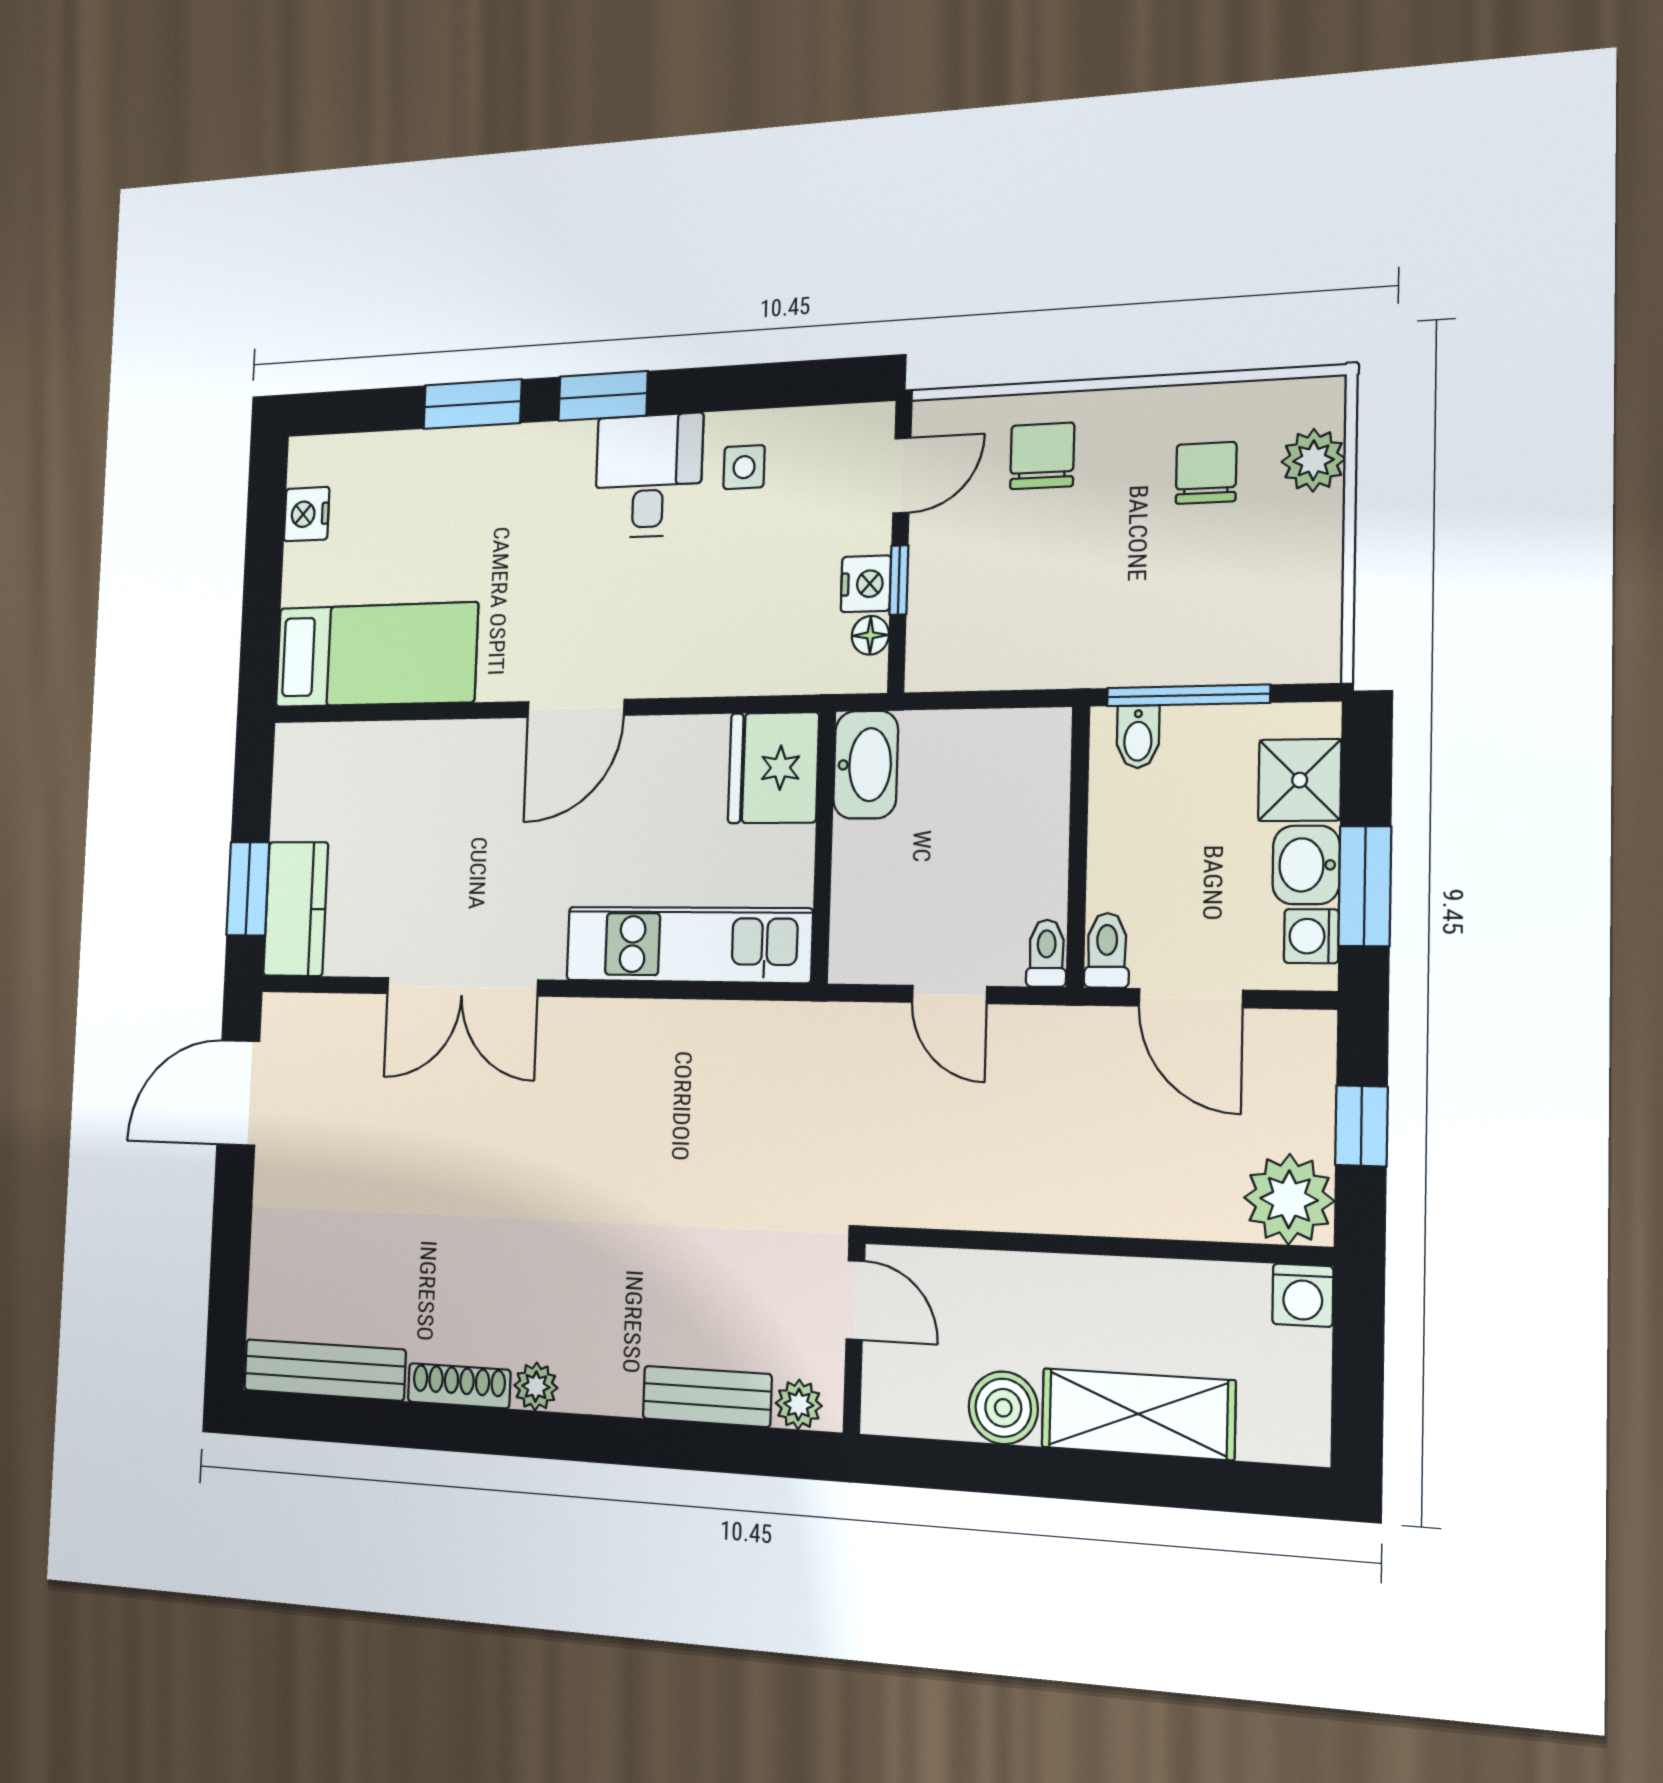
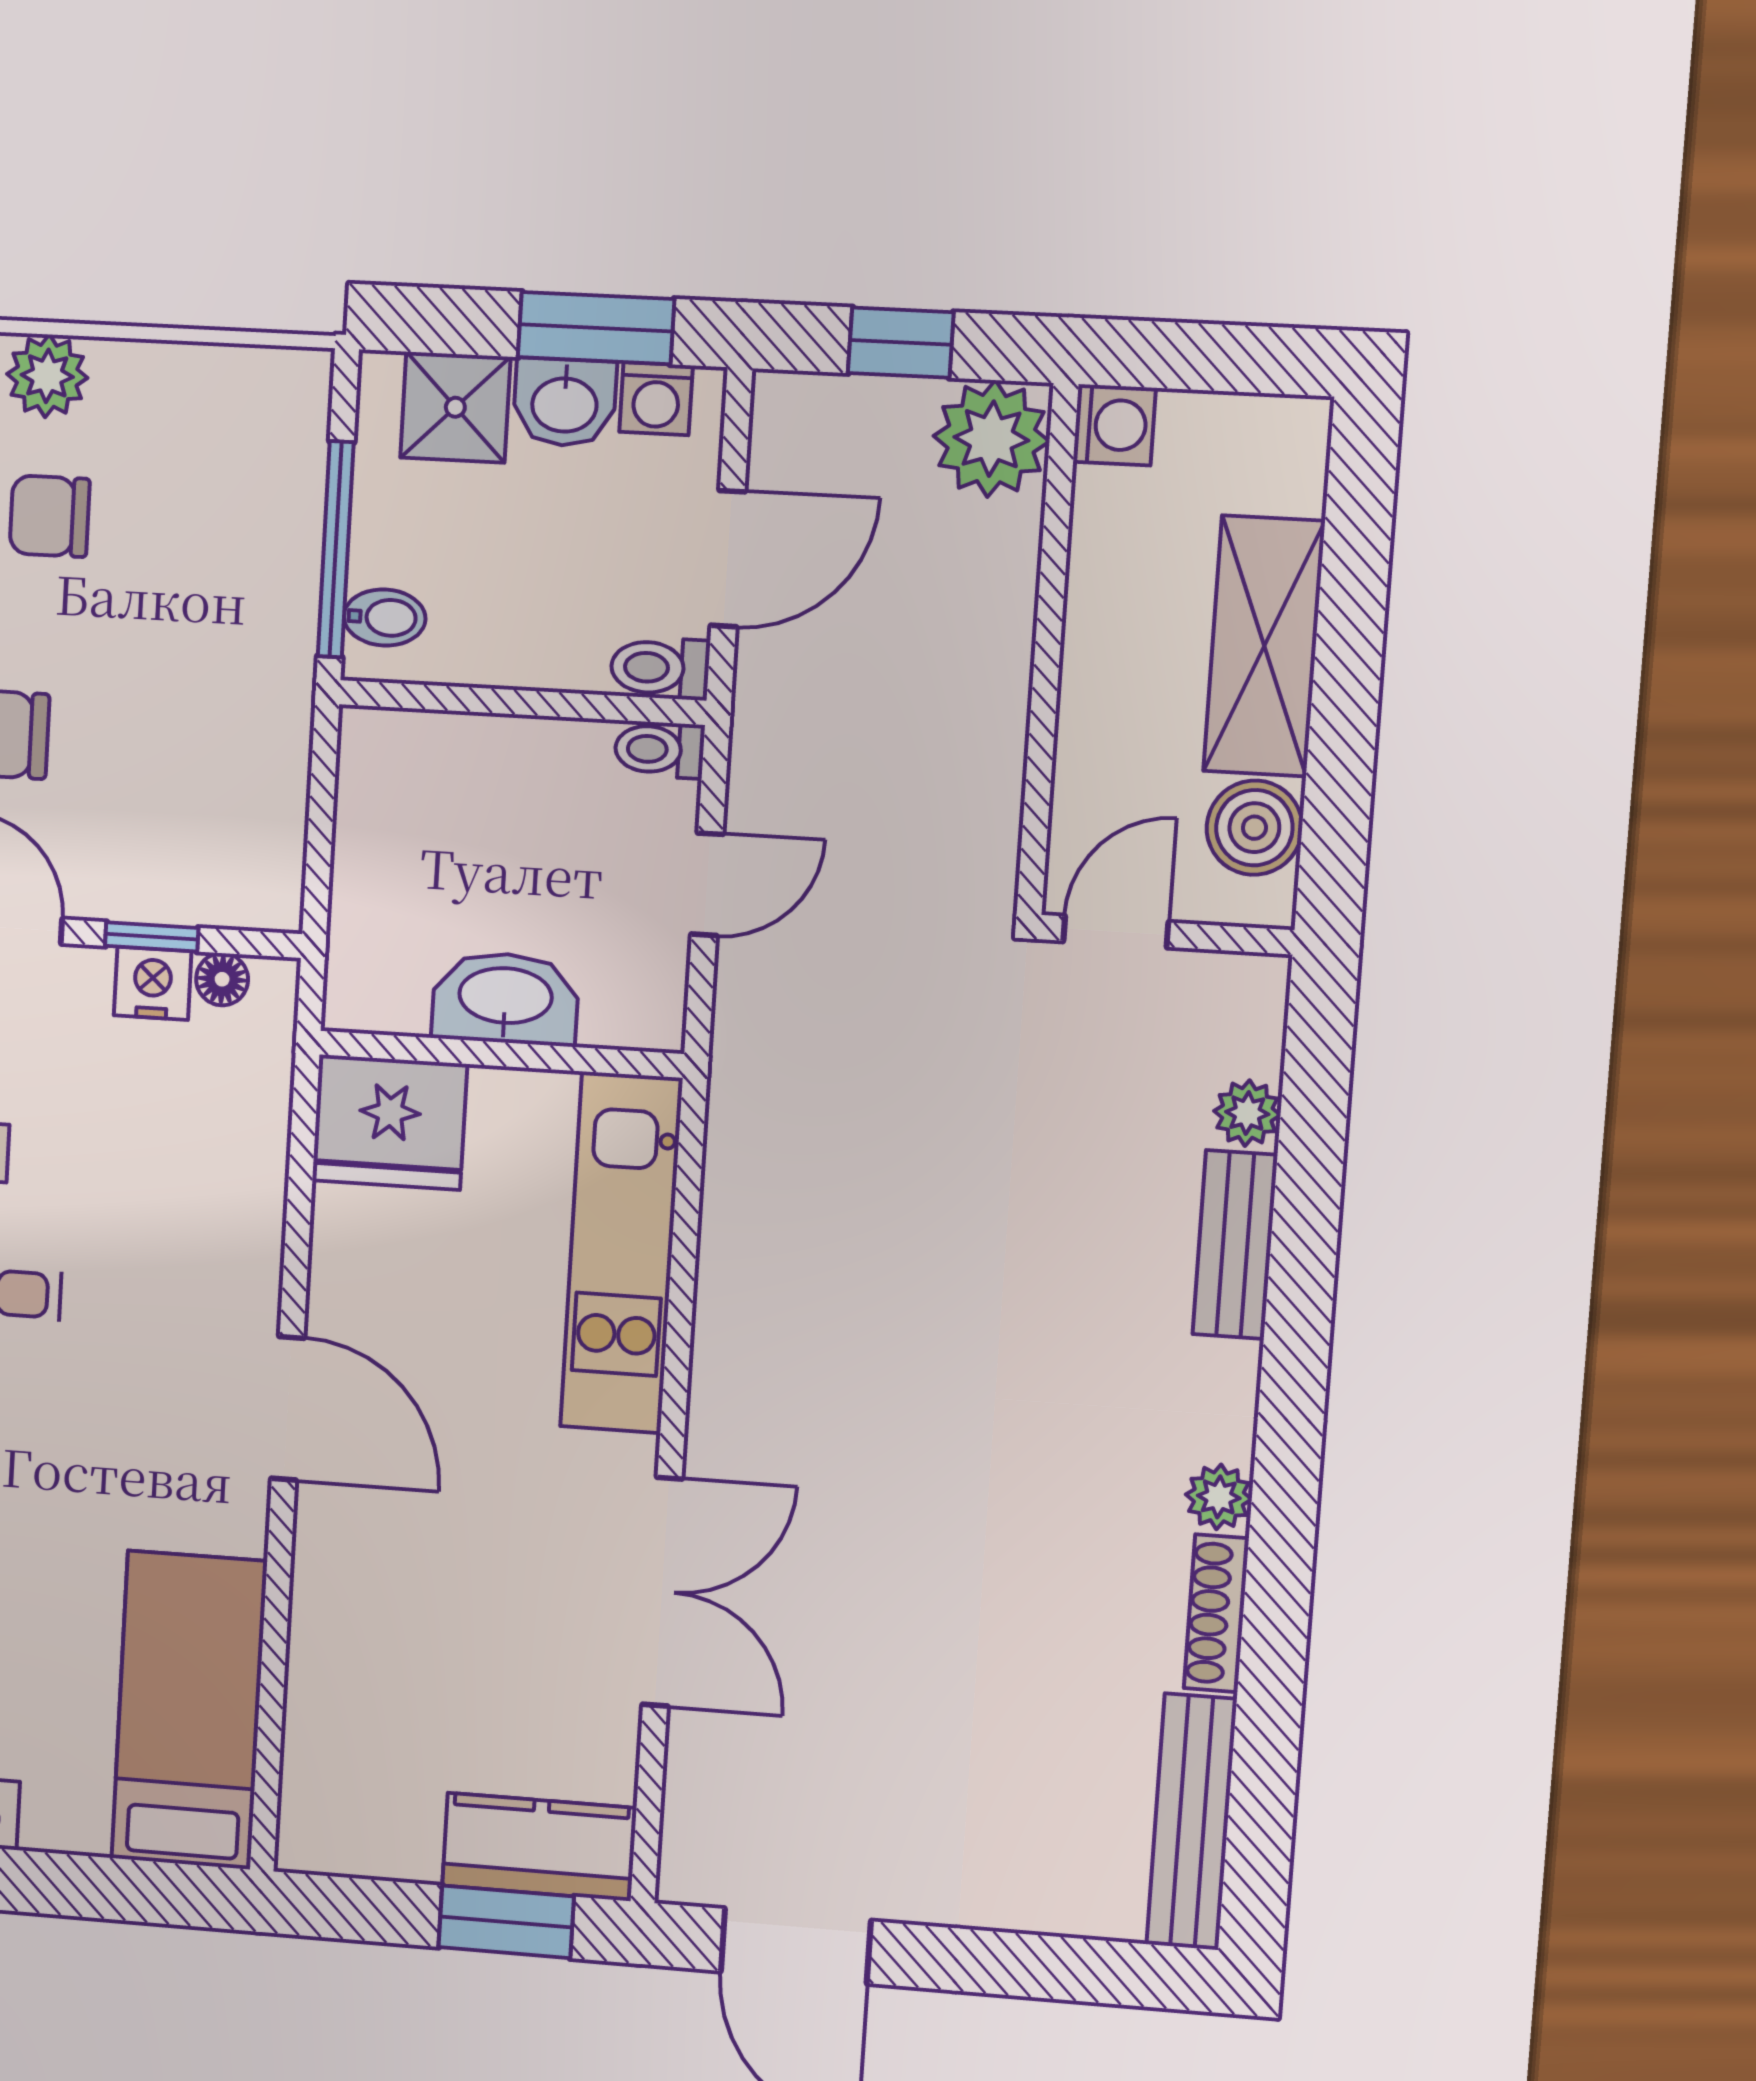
washbasin: (866, 765) -> (505, 998), moved
door: (855, 1300) -> (1116, 932), moved
wall: (854, 1338) -> (1167, 935), moved

